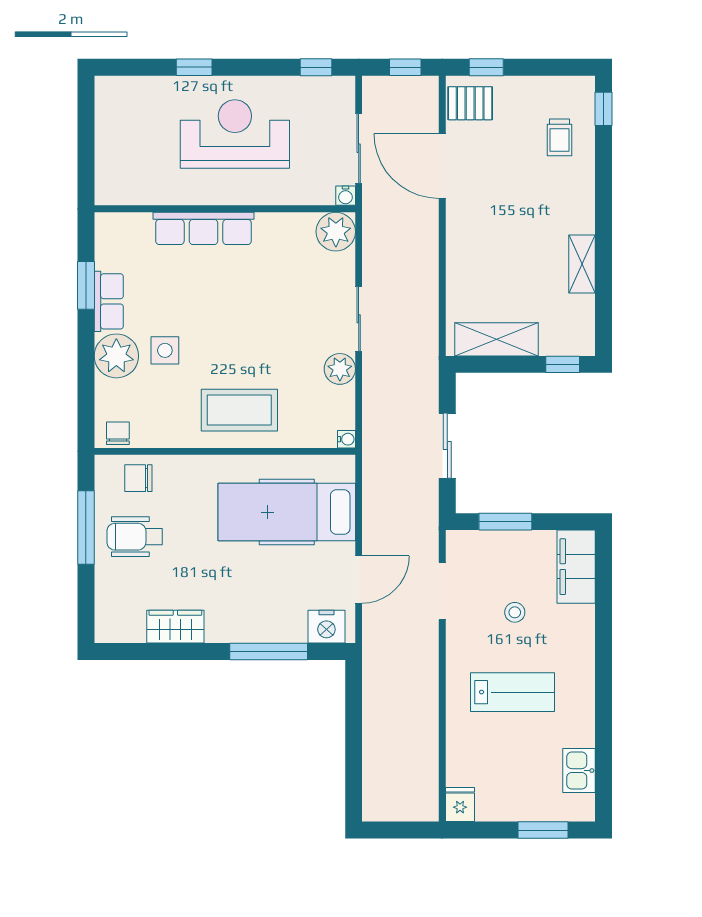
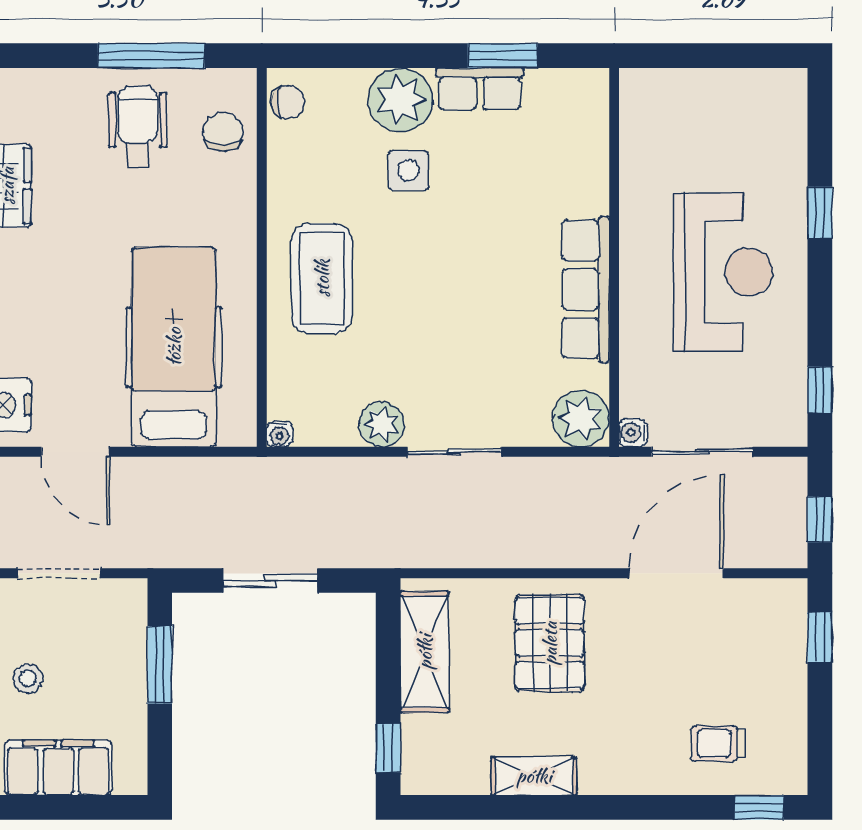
pallet: (470, 103) -> (550, 643), moved, width x1.50, depth x1.42
row of seats: (203, 228) -> (586, 289), moved
filing cabinet: (576, 567) -> (58, 768), moved

